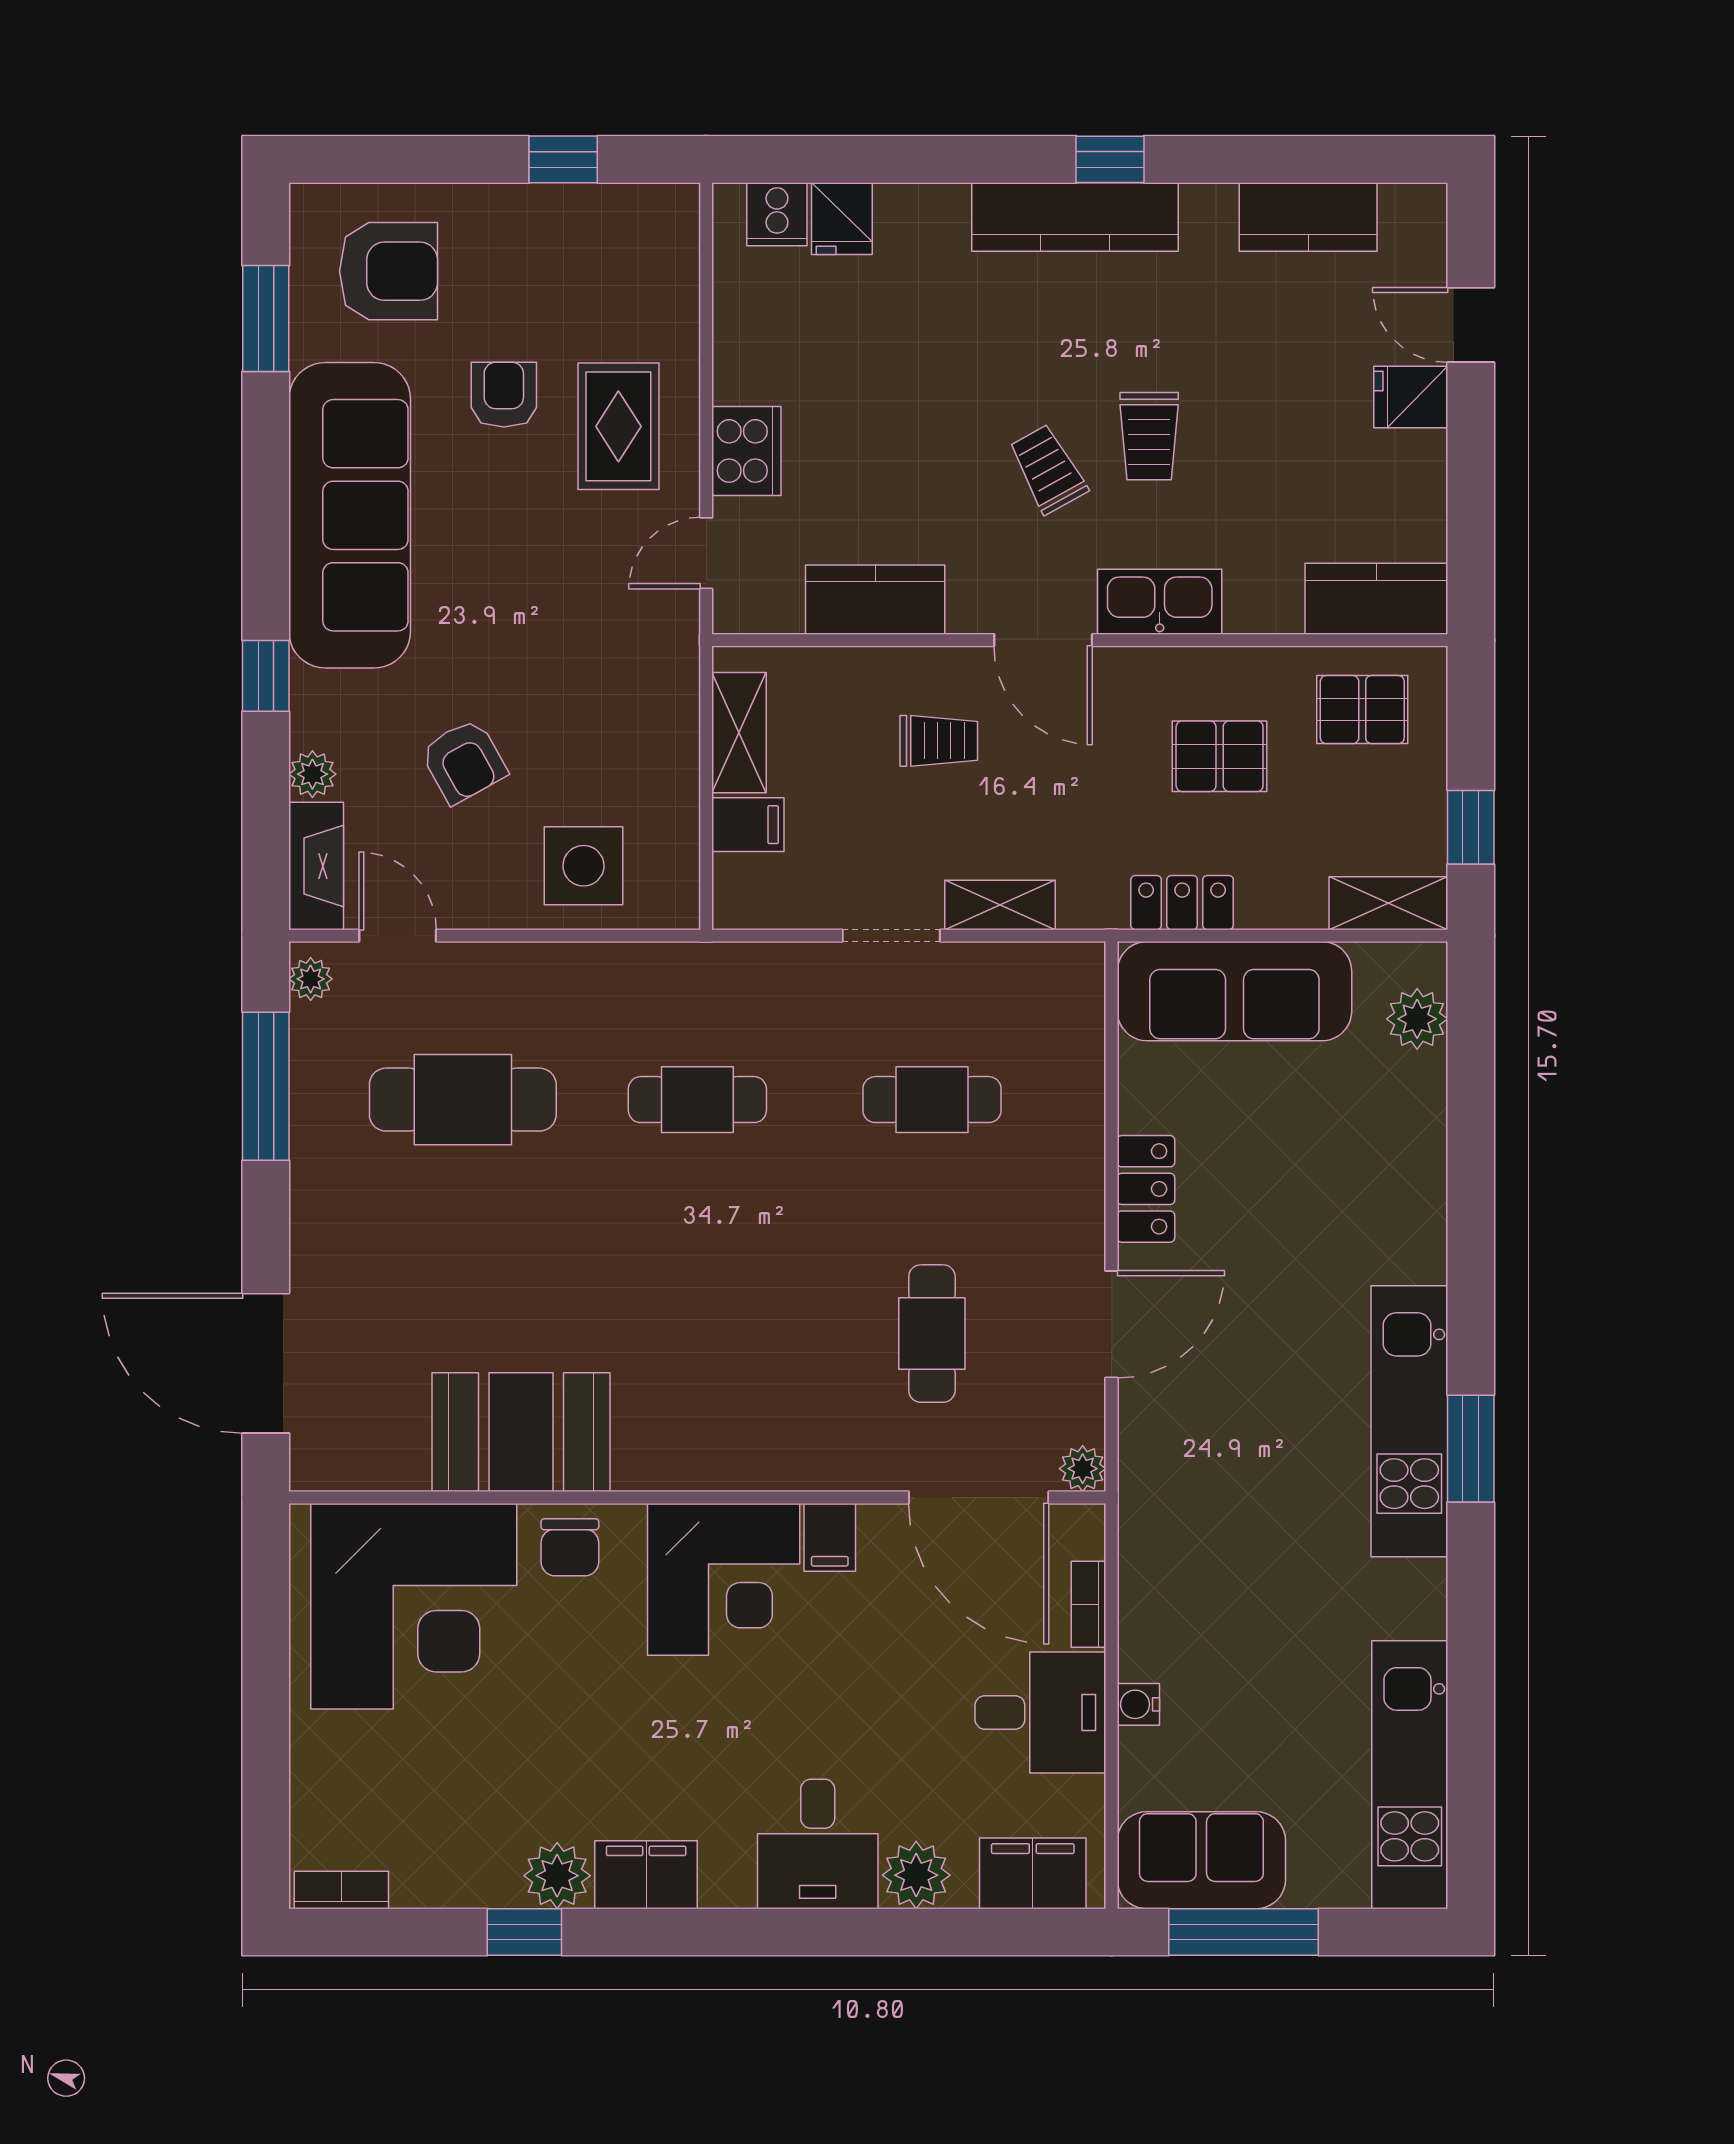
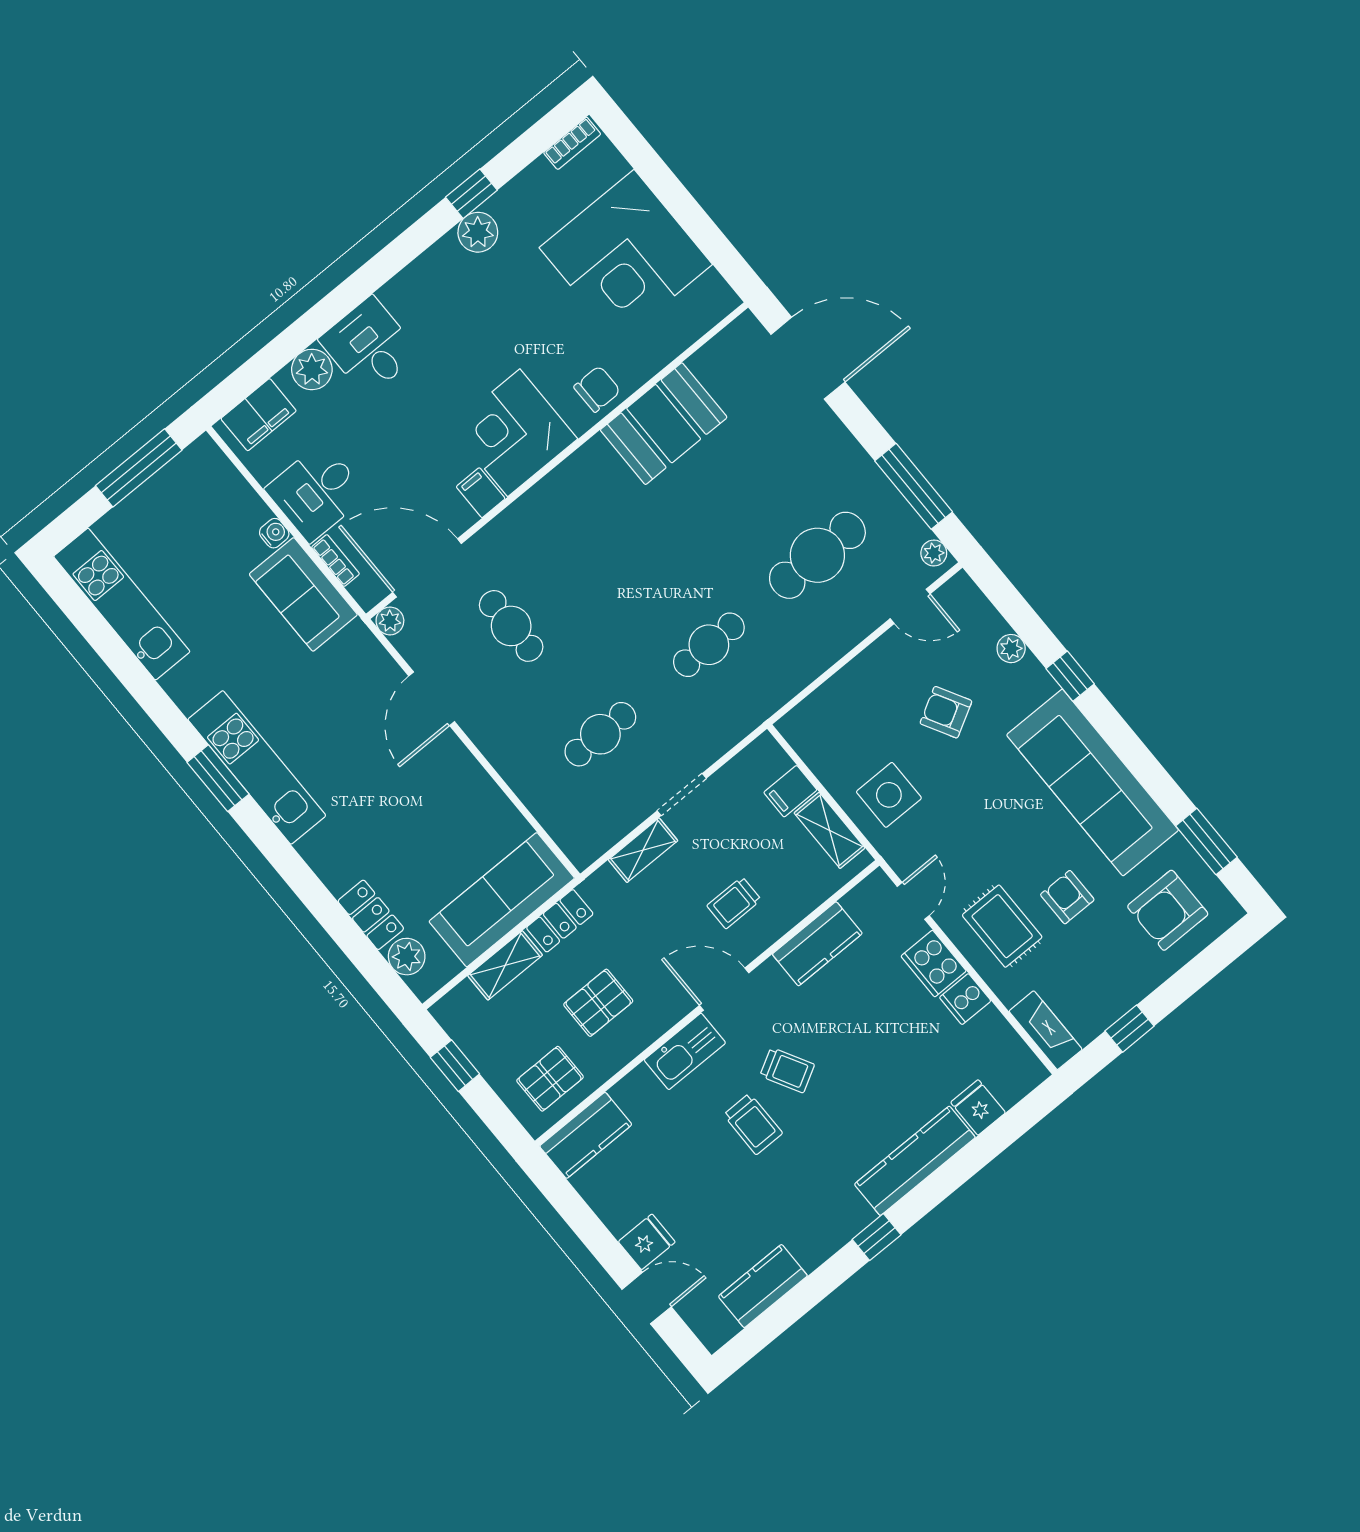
cooker: (777, 214) -> (965, 999), moved, turned -90
kitchen counter: (1075, 217) -> (915, 1161), moved
armchair: (504, 395) -> (1067, 897), turned 180
trolley: (1149, 436) -> (753, 1124), turned 180
fireplace: (316, 866) -> (1046, 1030), moved, turned 180
side table: (583, 866) -> (889, 795), moved
shelving: (1388, 903) -> (505, 965), moved
locker: (1146, 1189) -> (371, 915), moved, turned 180
chair: (570, 1547) -> (597, 389), turned 90
corner desk: (414, 1606) -> (626, 256), moved, turned -90
sofa: (1201, 1860) -> (303, 594), moved, turned 90
filing cabinet: (646, 1875) -> (437, 267), removed

